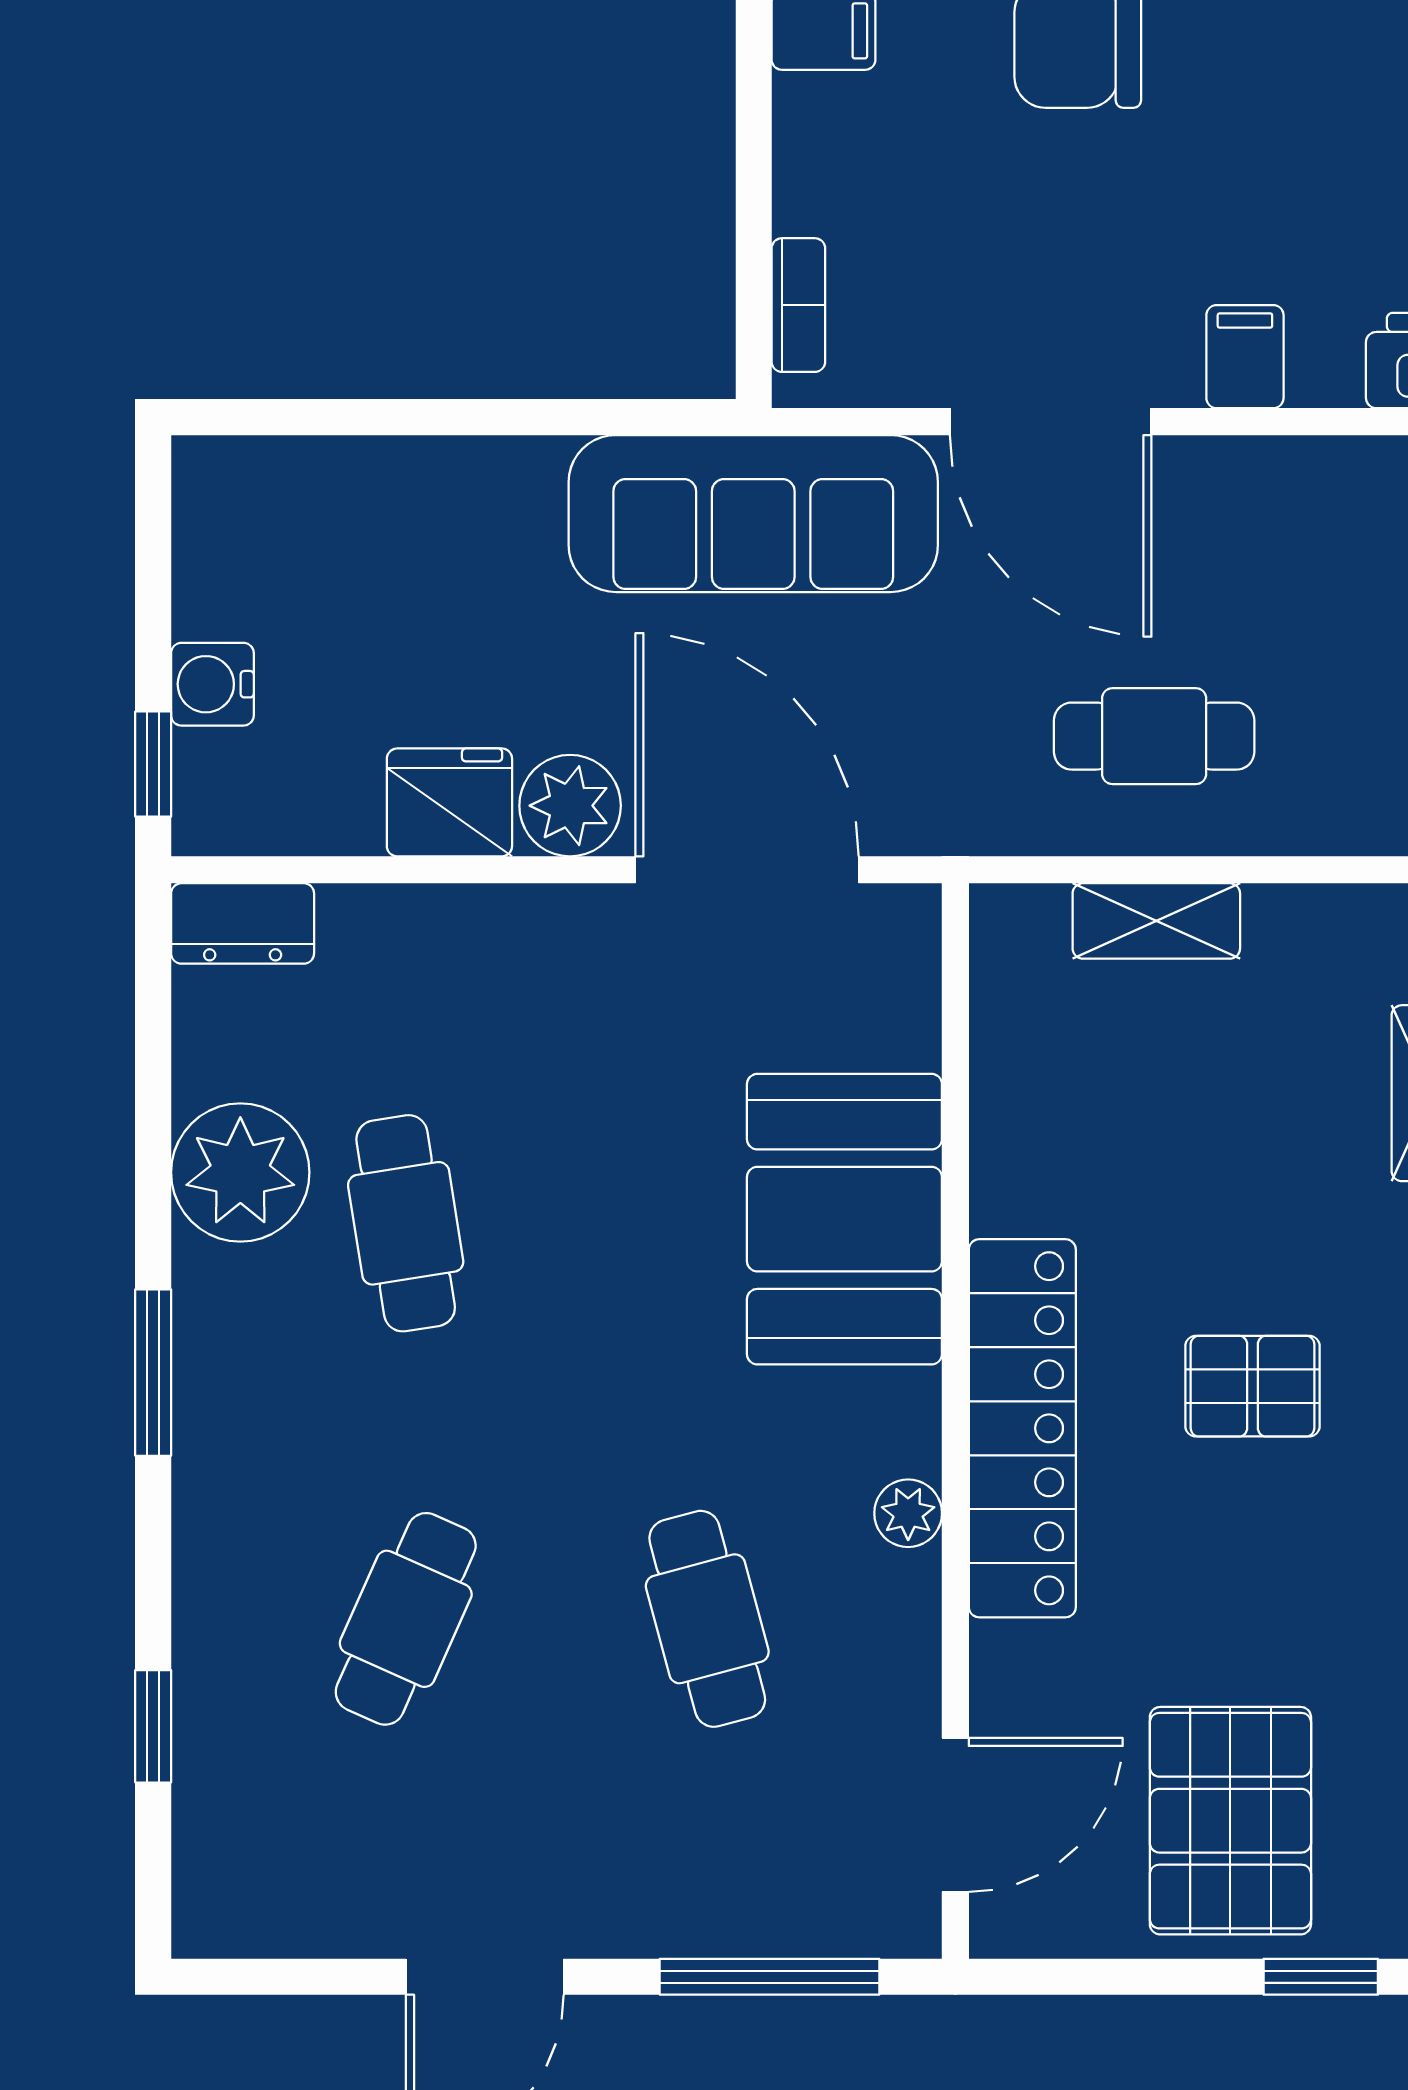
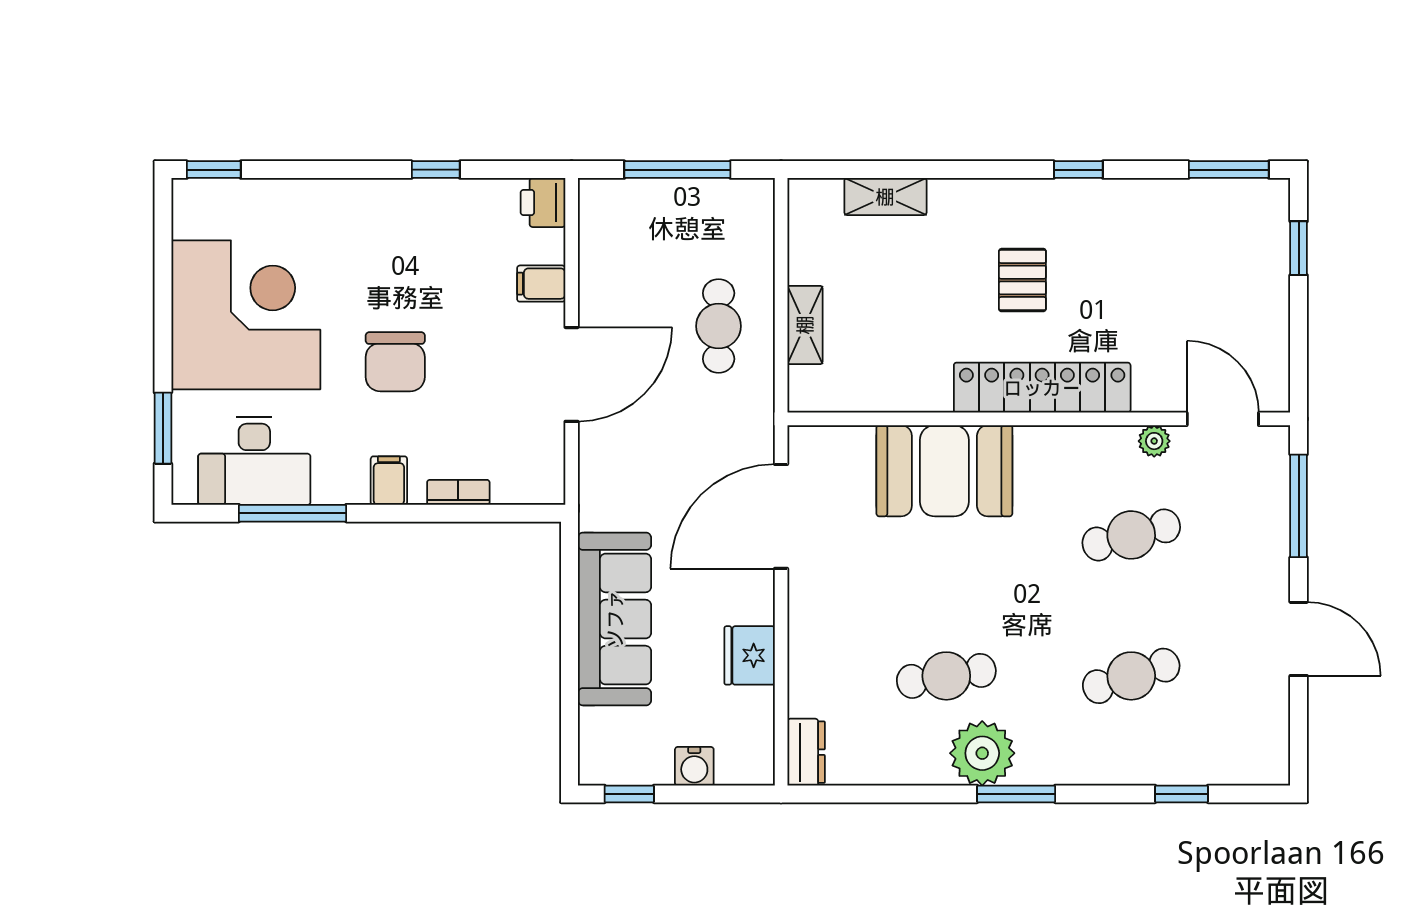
bookcase: (798, 305) -> (458, 492), moved
sofa: (753, 514) -> (615, 619), moved
window: (153, 764) -> (629, 794), moved
plant: (570, 806) -> (751, 599), removed
plant: (240, 1172) -> (982, 753), moved
plant: (908, 1513) -> (1154, 441), moved
cafe table: (406, 1619) -> (1131, 676), turned -42
pallet: (1230, 1821) -> (1226, 290), removed

